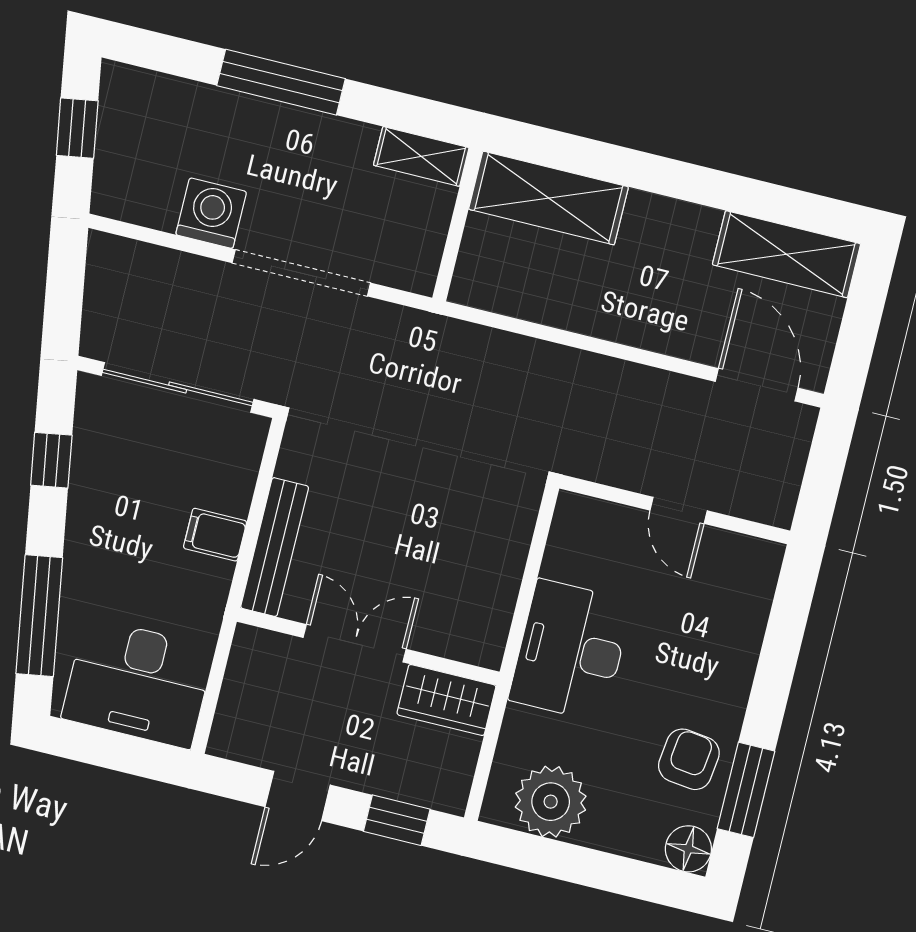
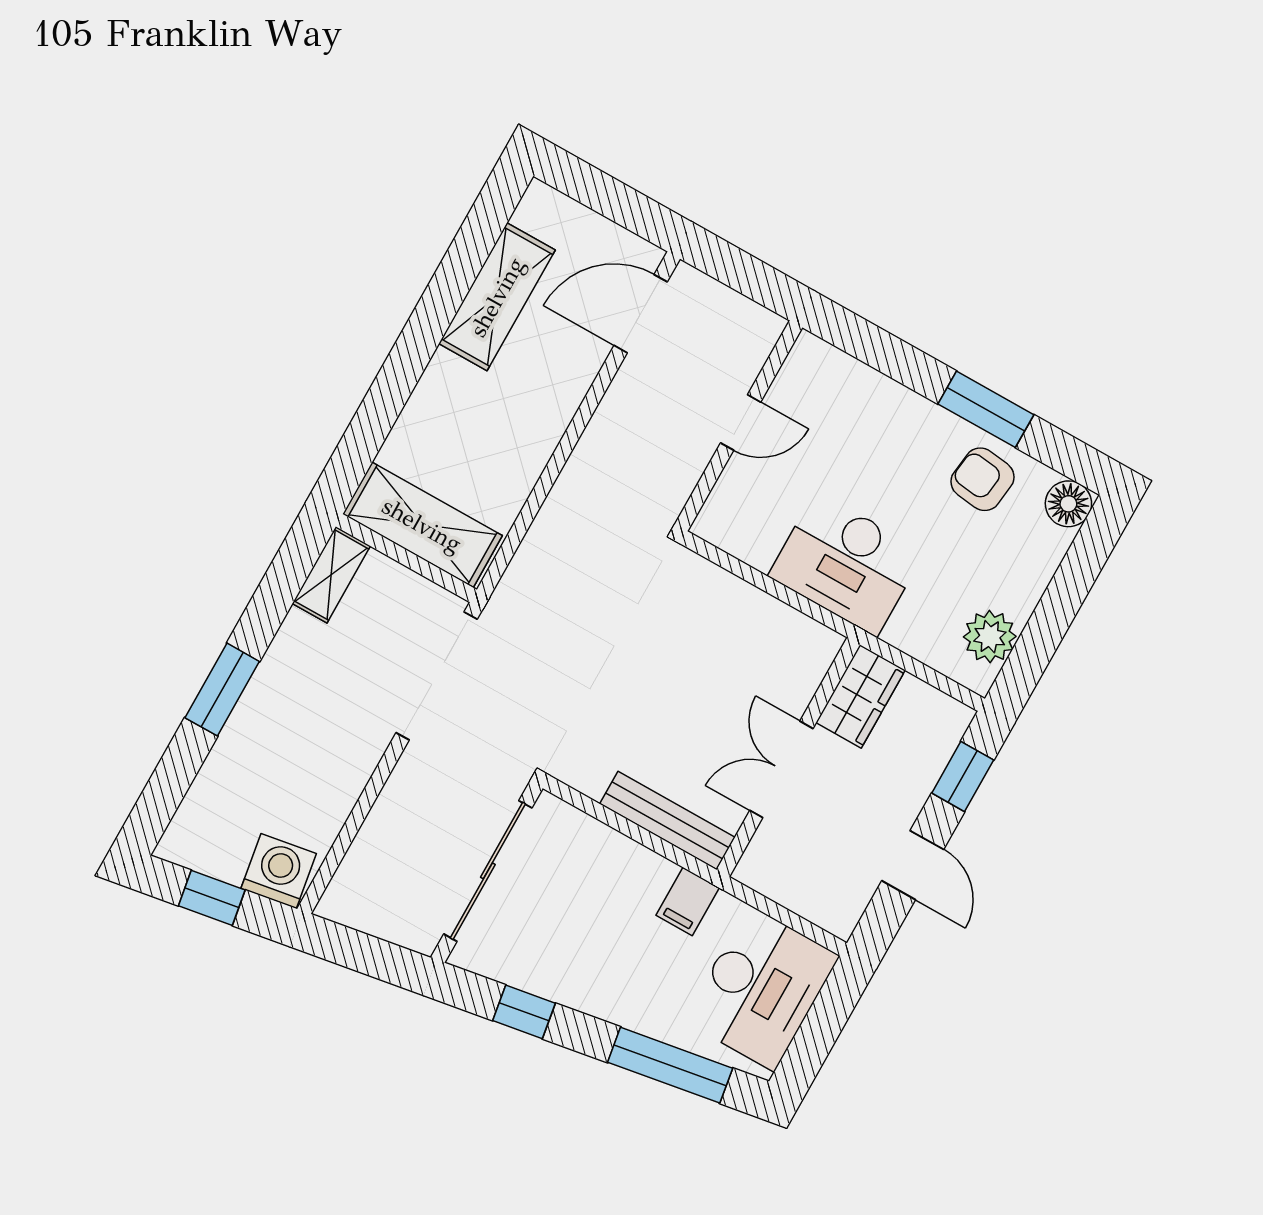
window: (281, 82) -> (222, 690), width x0.69
shelving: (549, 198) -> (422, 525), moved, turned 90
washing machine: (211, 213) -> (279, 871), moved, turned 81
shelving: (786, 254) -> (497, 297), moved
doorway: (301, 273) -> (437, 676), moved
filing cabinet: (215, 535) -> (688, 902), moved
window: (746, 790) -> (986, 409), moved
plant: (551, 802) -> (990, 637), width x0.73, depth x0.73

